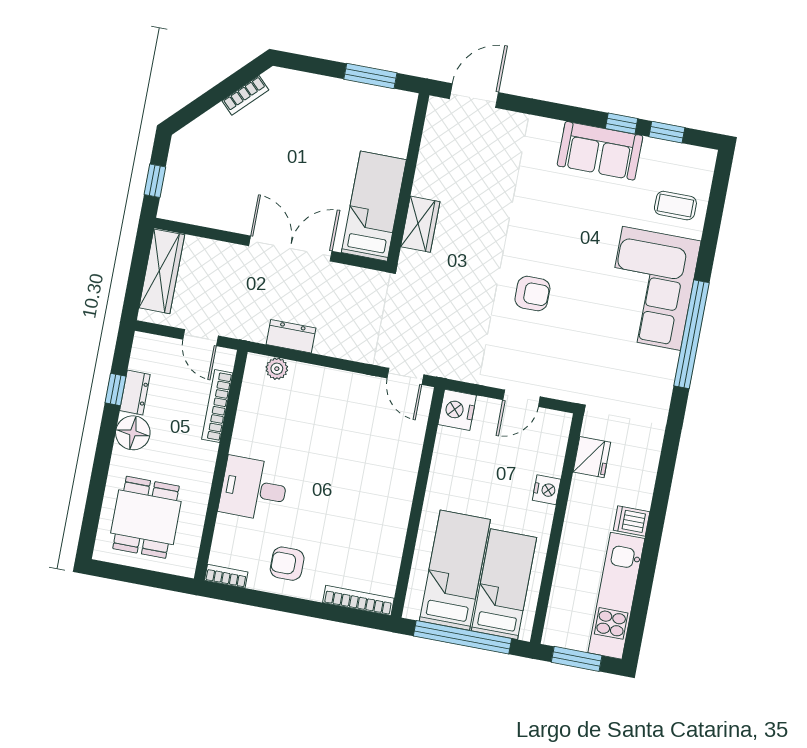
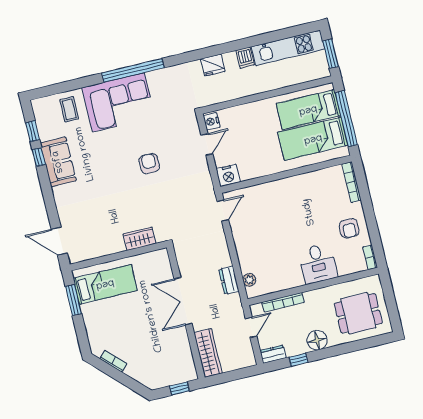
bed: (374, 206) -> (105, 284), moved, turned 180
wardrobe: (162, 271) -> (208, 353), moved, turned 90
dresser: (135, 392) -> (273, 354), moved
door: (521, 398) -> (207, 144), hinge flipped
fridge: (592, 457) -> (213, 65), moved, turned 180
nightstand: (547, 490) -> (212, 121), moved, turned -90

